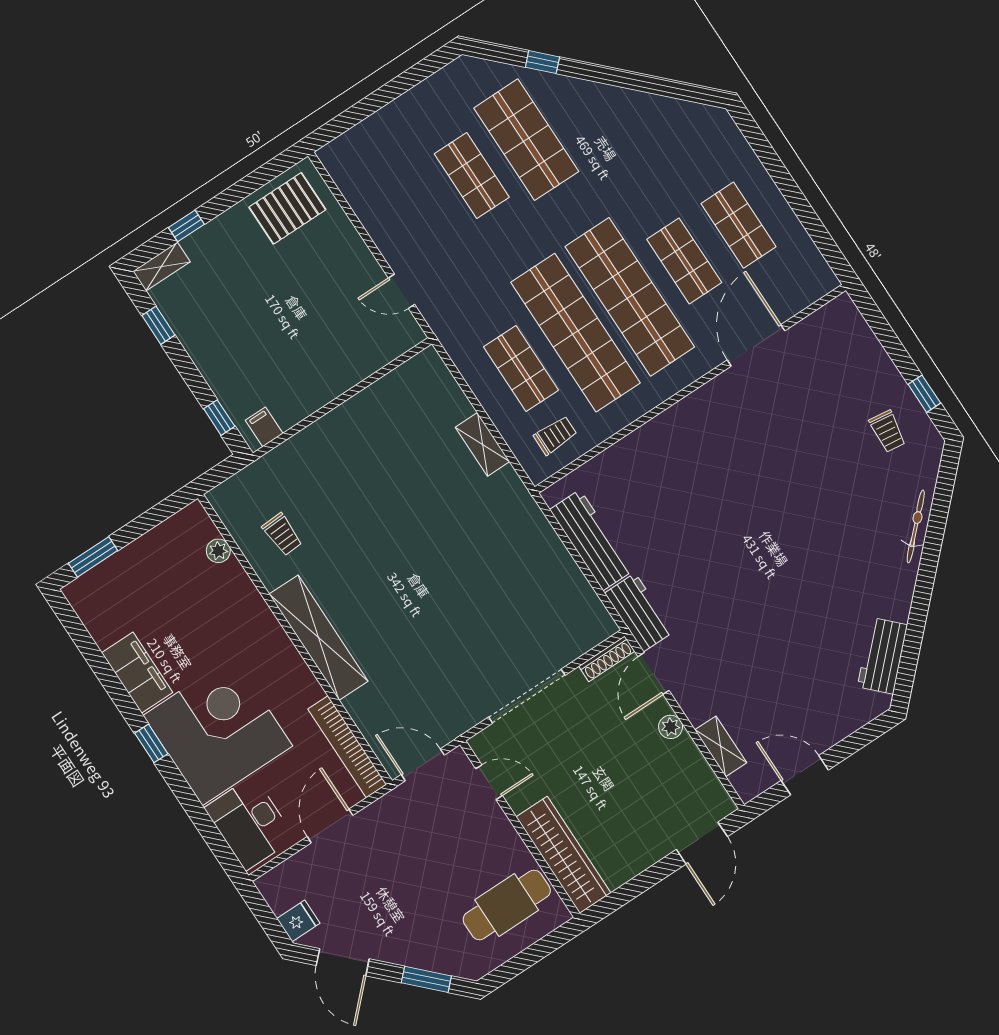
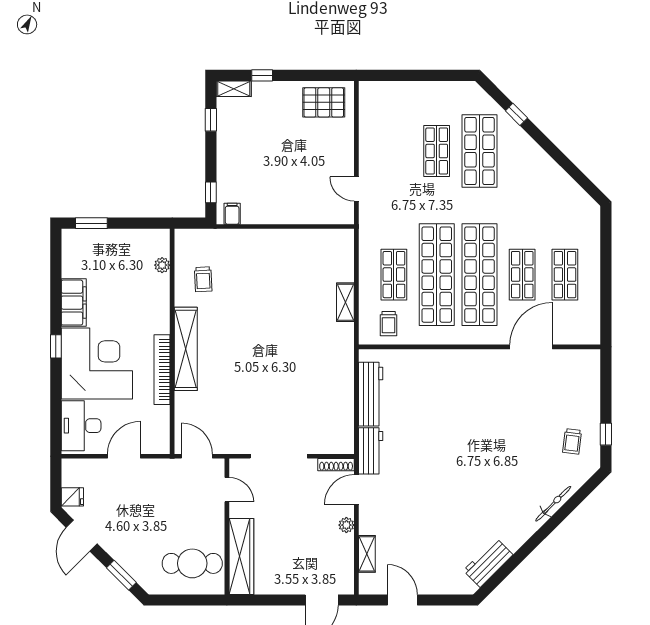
trolley: (555, 435) -> (389, 324), turned 90
bookcase: (347, 747) -> (162, 370), moved

